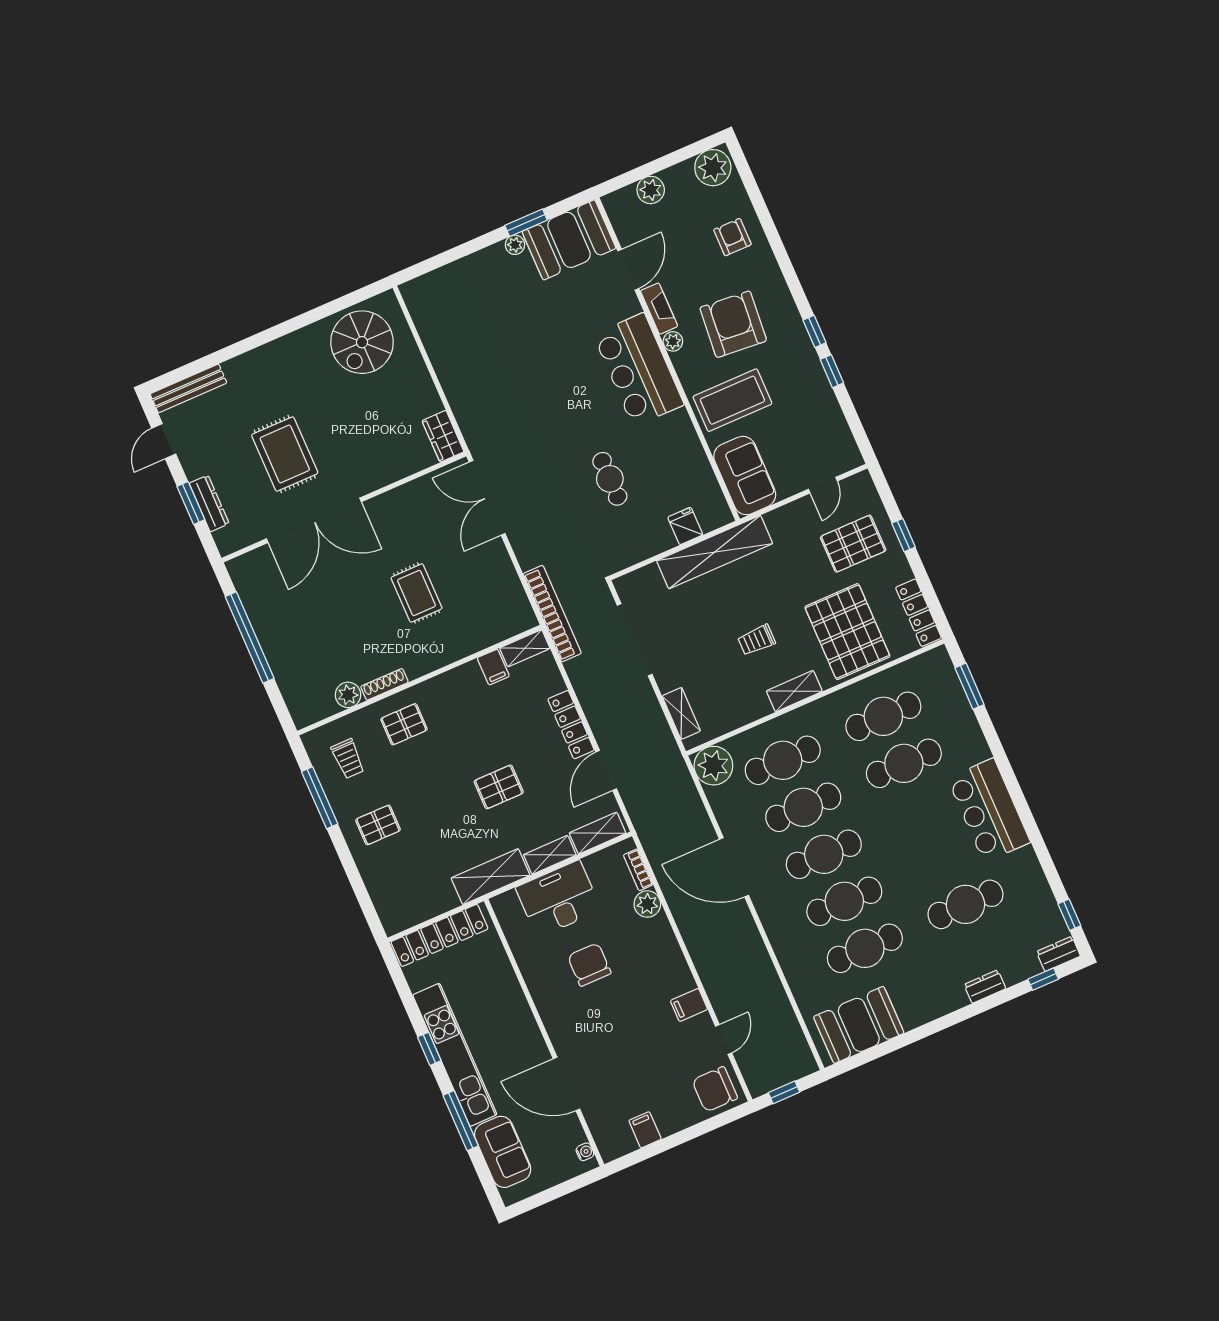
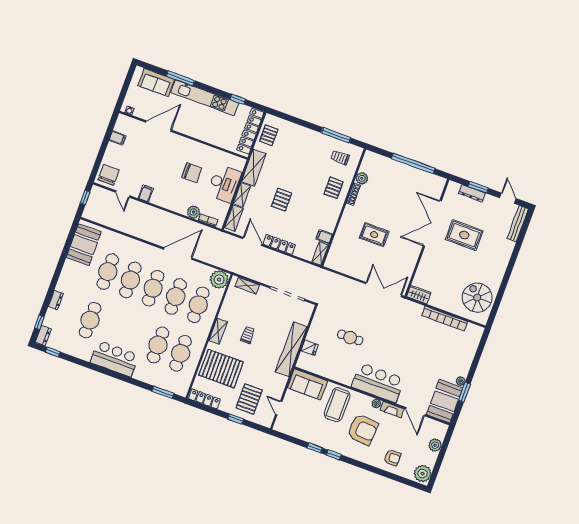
bookcase: (552, 614) -> (445, 319), moved
pallet: (378, 825) -> (269, 135), moved
window: (429, 1049) -> (238, 99), moved

